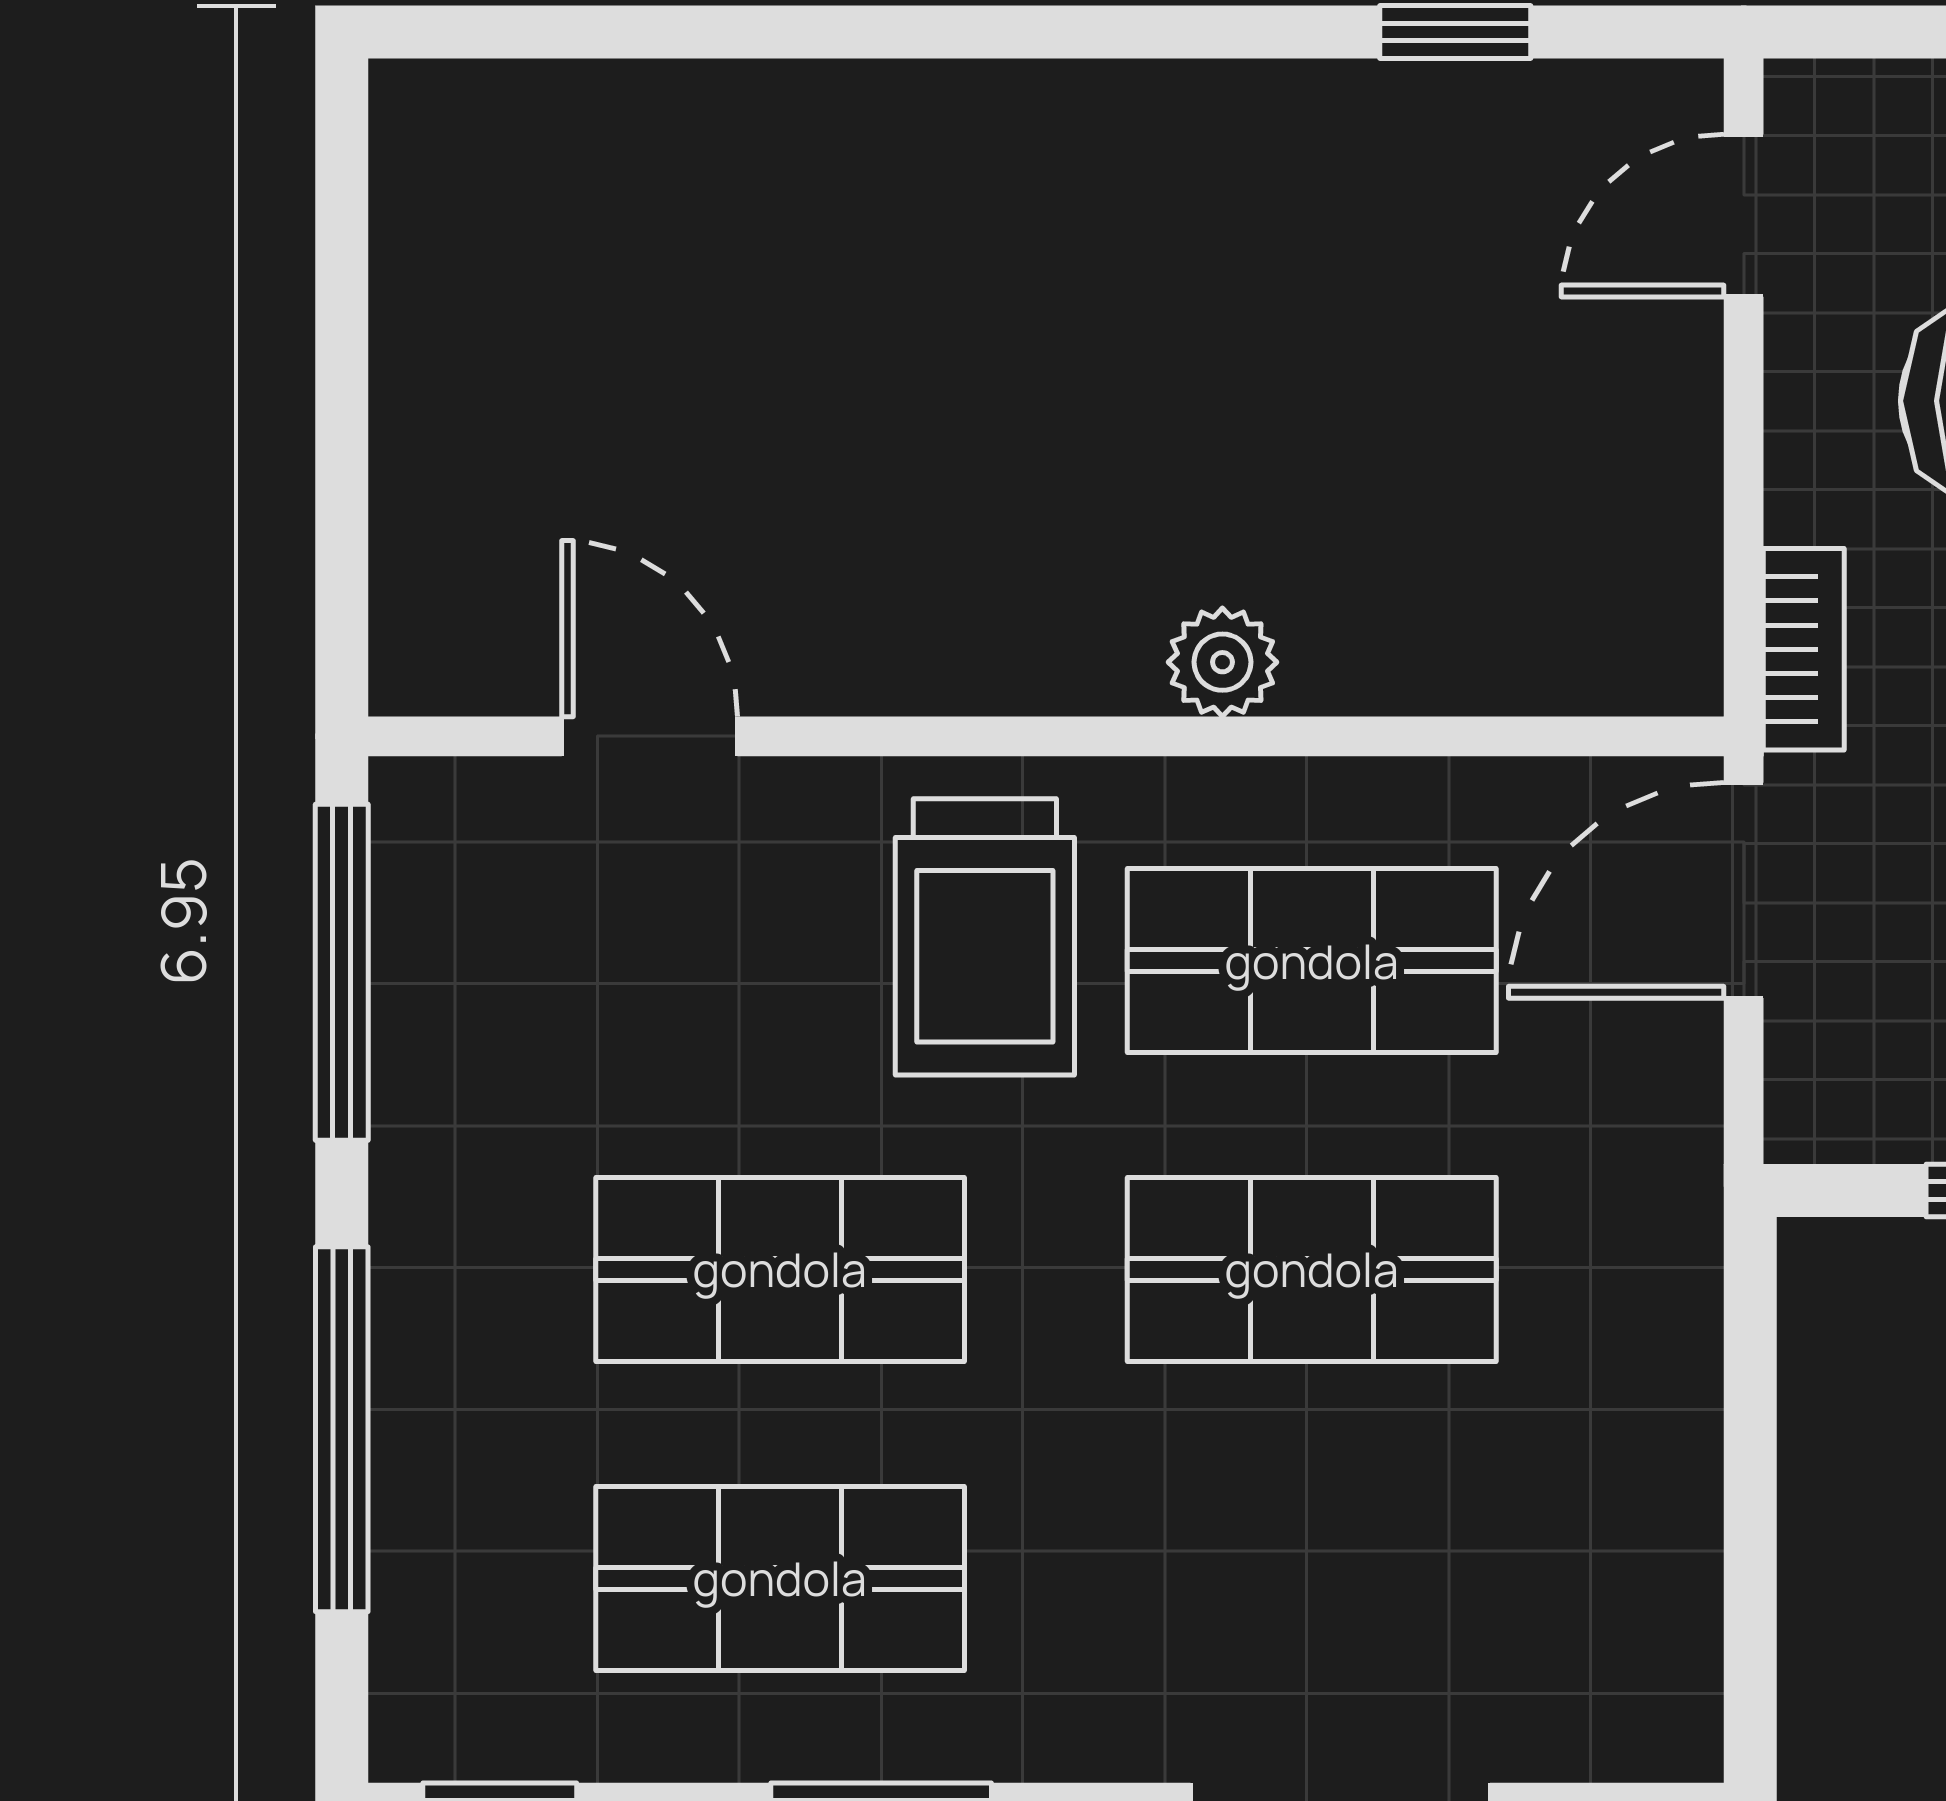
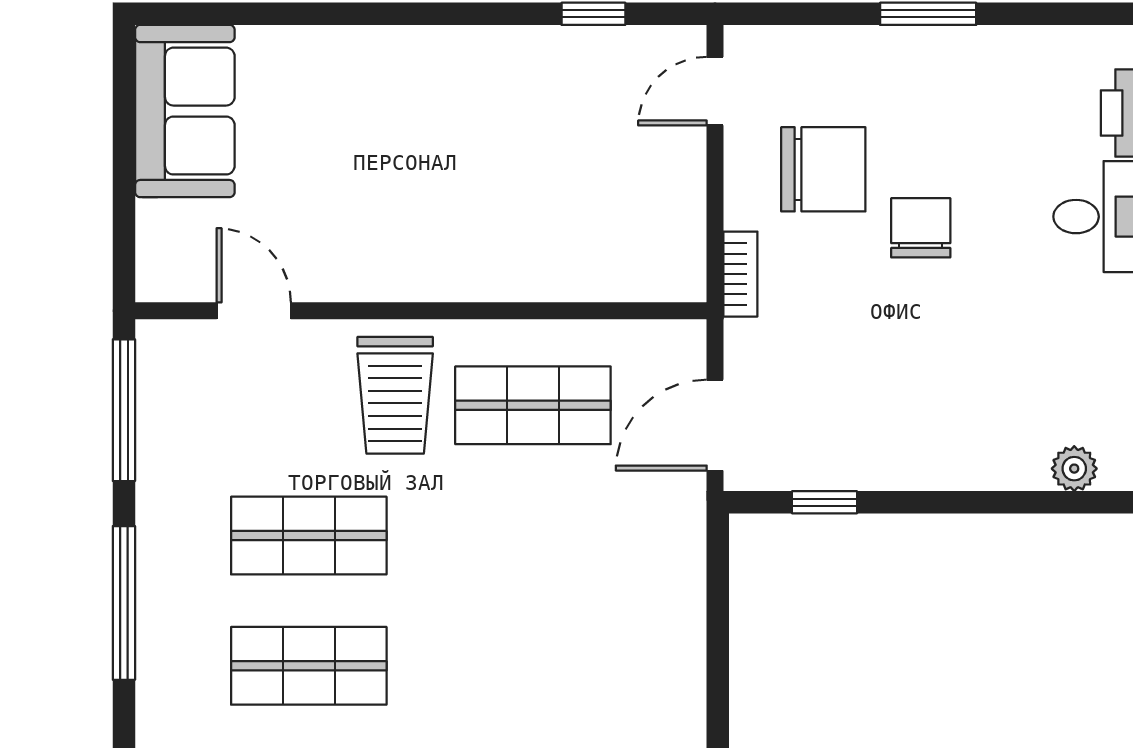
sofa: (486, 263) -> (185, 111), added
plant: (1222, 662) -> (495, 279), removed
door: (1744, 890) -> (715, 425), moved
shop shelf: (1312, 1269) -> (533, 536), removed

